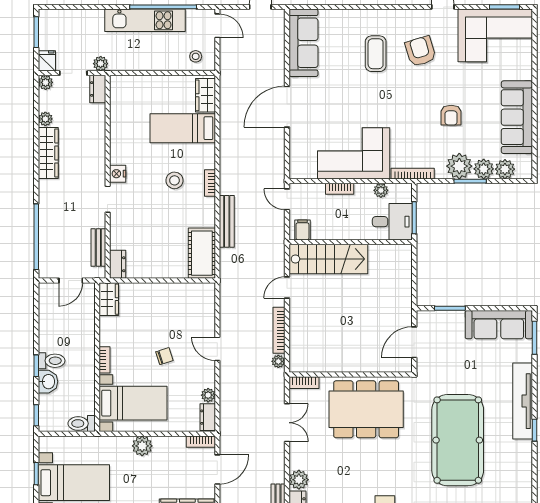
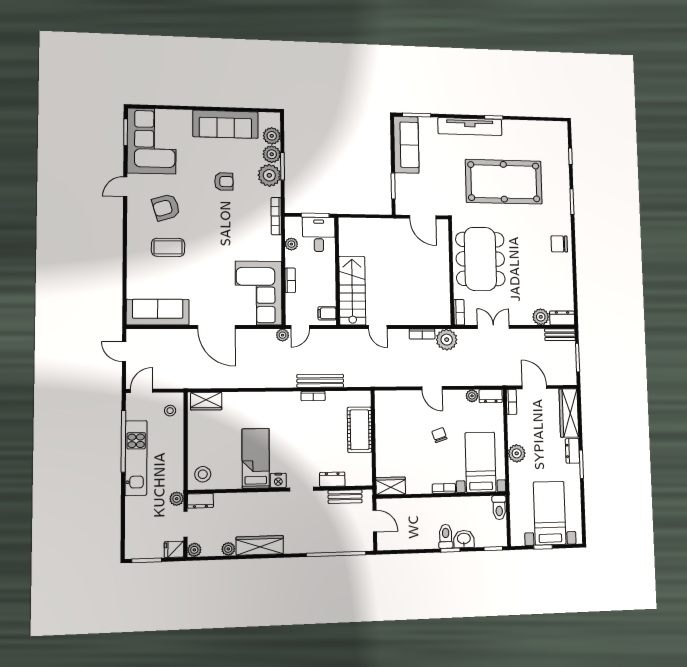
bed: (183, 128) -> (256, 458), moved, turned 180
corner sofa: (354, 153) -> (259, 293), moved
stool: (174, 180) -> (203, 474), moved
plant: (278, 180) -> (283, 335), added
bookcase: (210, 183) -> (313, 396), moved
cot: (202, 253) -> (360, 430), moved, turned 90
dresser: (118, 264) -> (332, 479), moved
bookcase: (279, 330) -> (422, 334), width x0.64
door: (217, 349) -> (432, 388), hinge flipped
plant: (278, 361) -> (447, 340), width x1.88, depth x1.88

